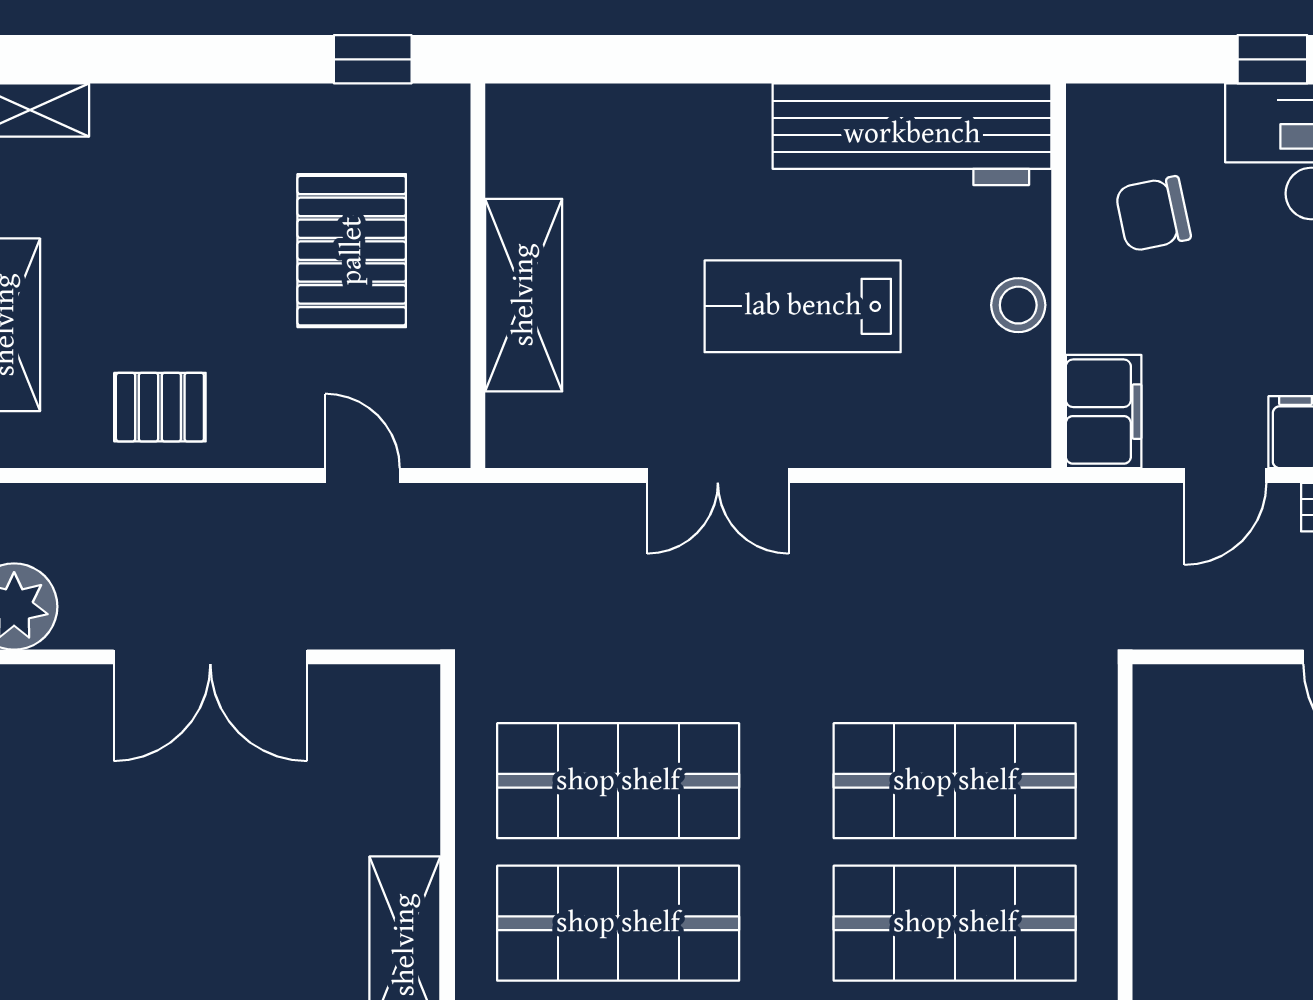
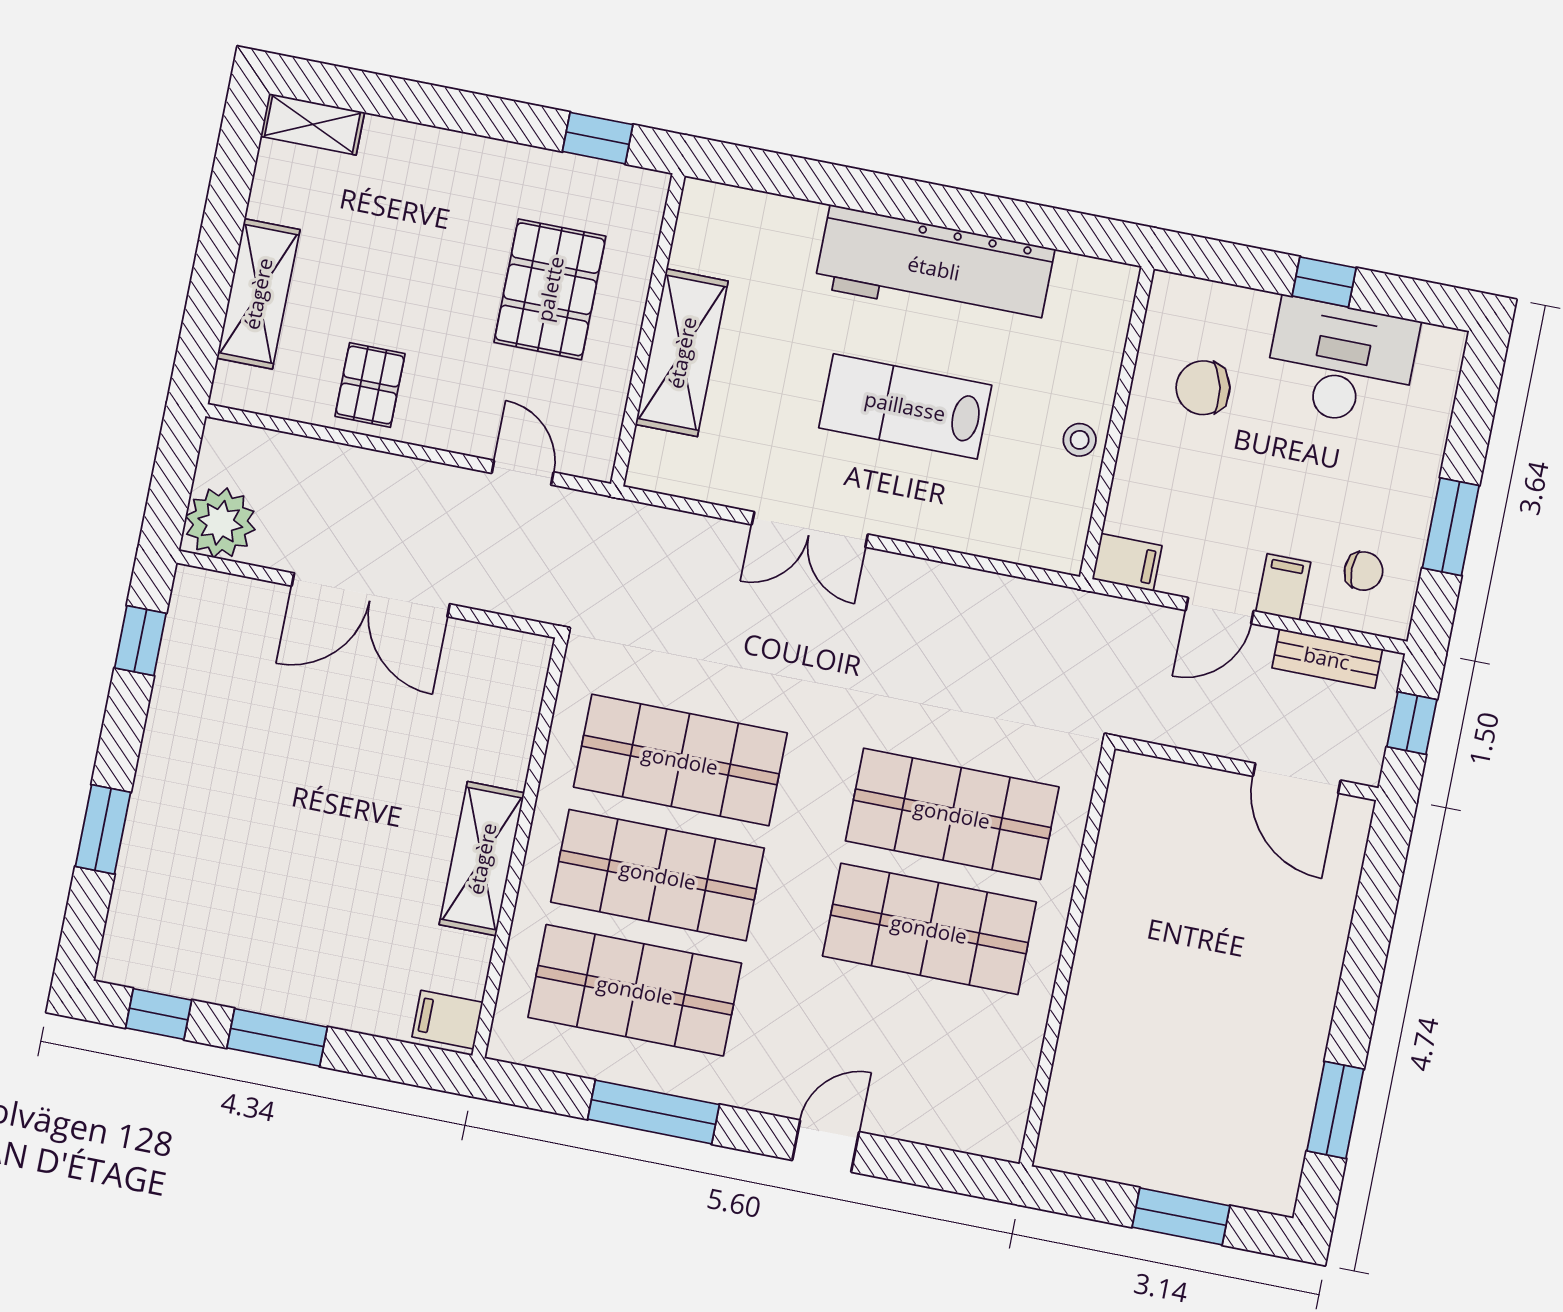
workbench: (912, 134) -> (934, 268), moved
stool: (1018, 305) -> (1080, 440), width x0.73, depth x0.73
pallet: (160, 407) -> (370, 385), turned 90
filing cabinet: (1104, 412) -> (1127, 562), width x0.50

